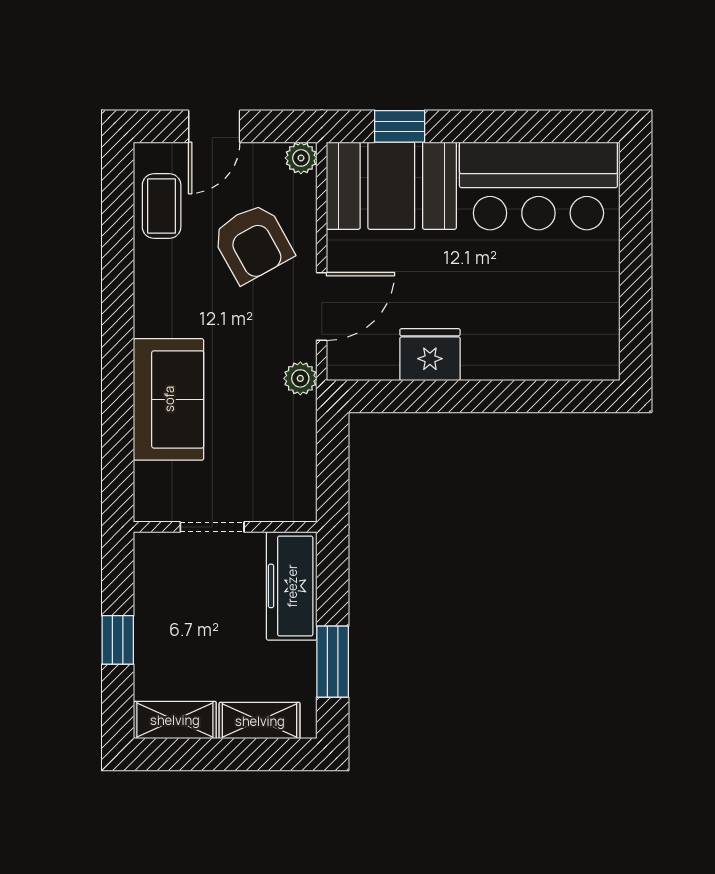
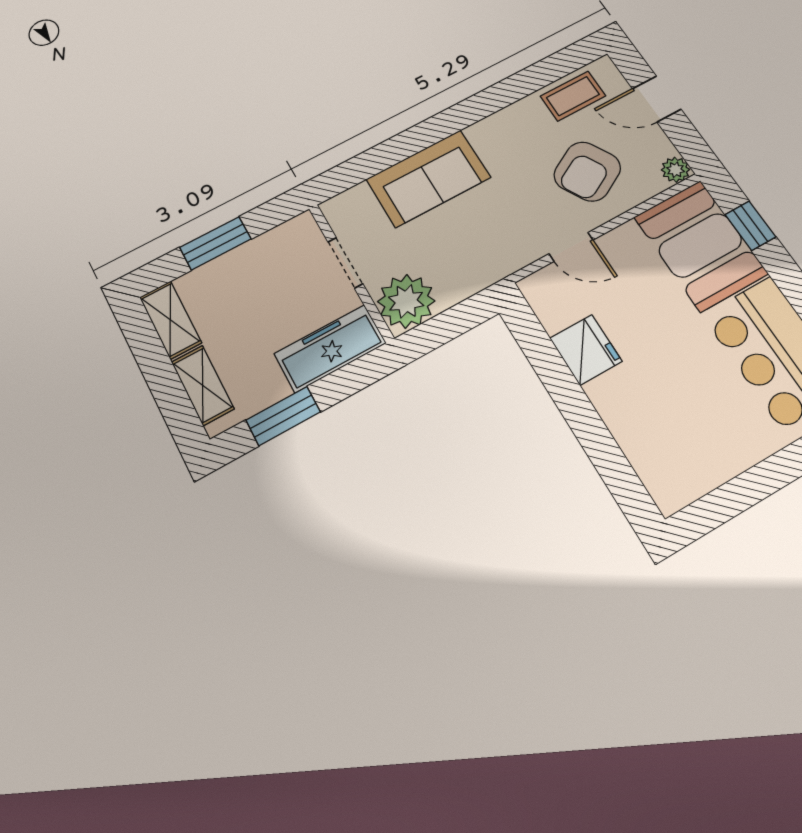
door: (322, 306) -> (571, 247), width x0.73
plant: (300, 378) -> (406, 301), moved, width x1.87, depth x1.87
window: (118, 640) -> (215, 243), width x1.50

